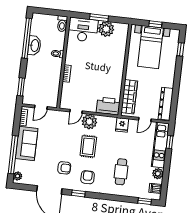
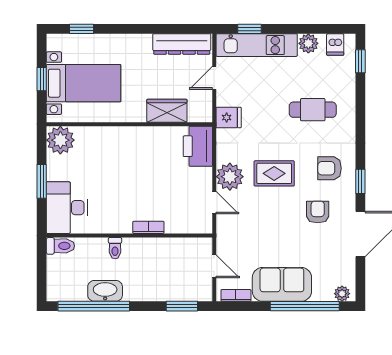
plant: (106, 29) -> (60, 140), moved
wardrobe: (129, 97) -> (167, 111), width x0.67
door: (145, 119) -> (214, 78), swing flipped

